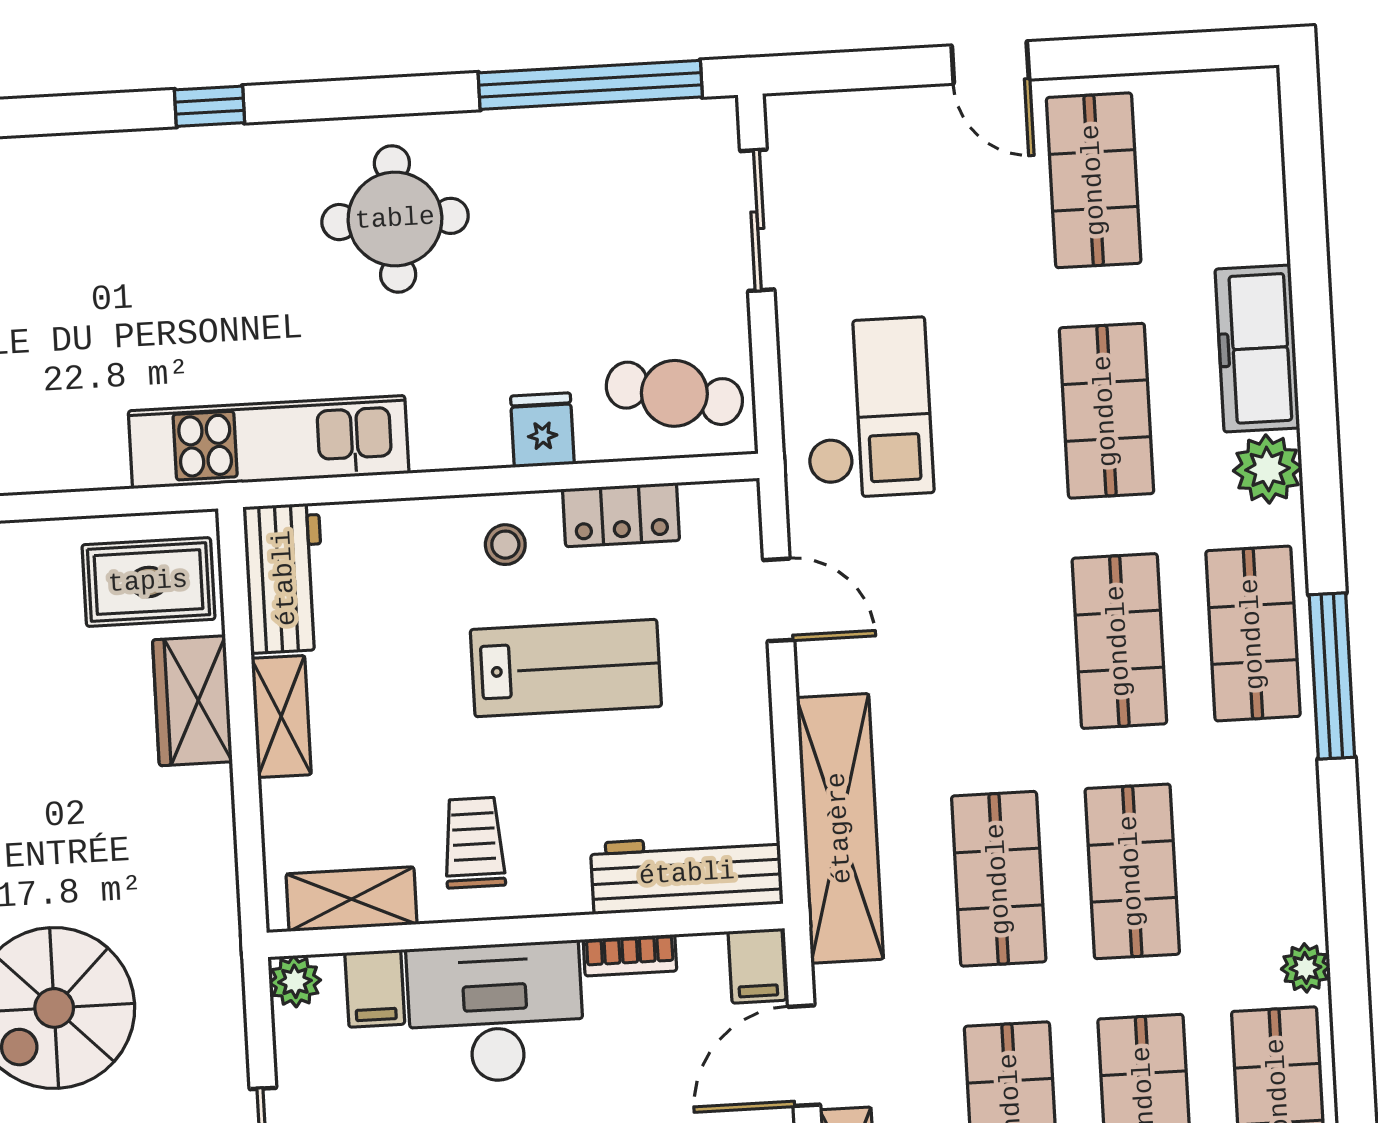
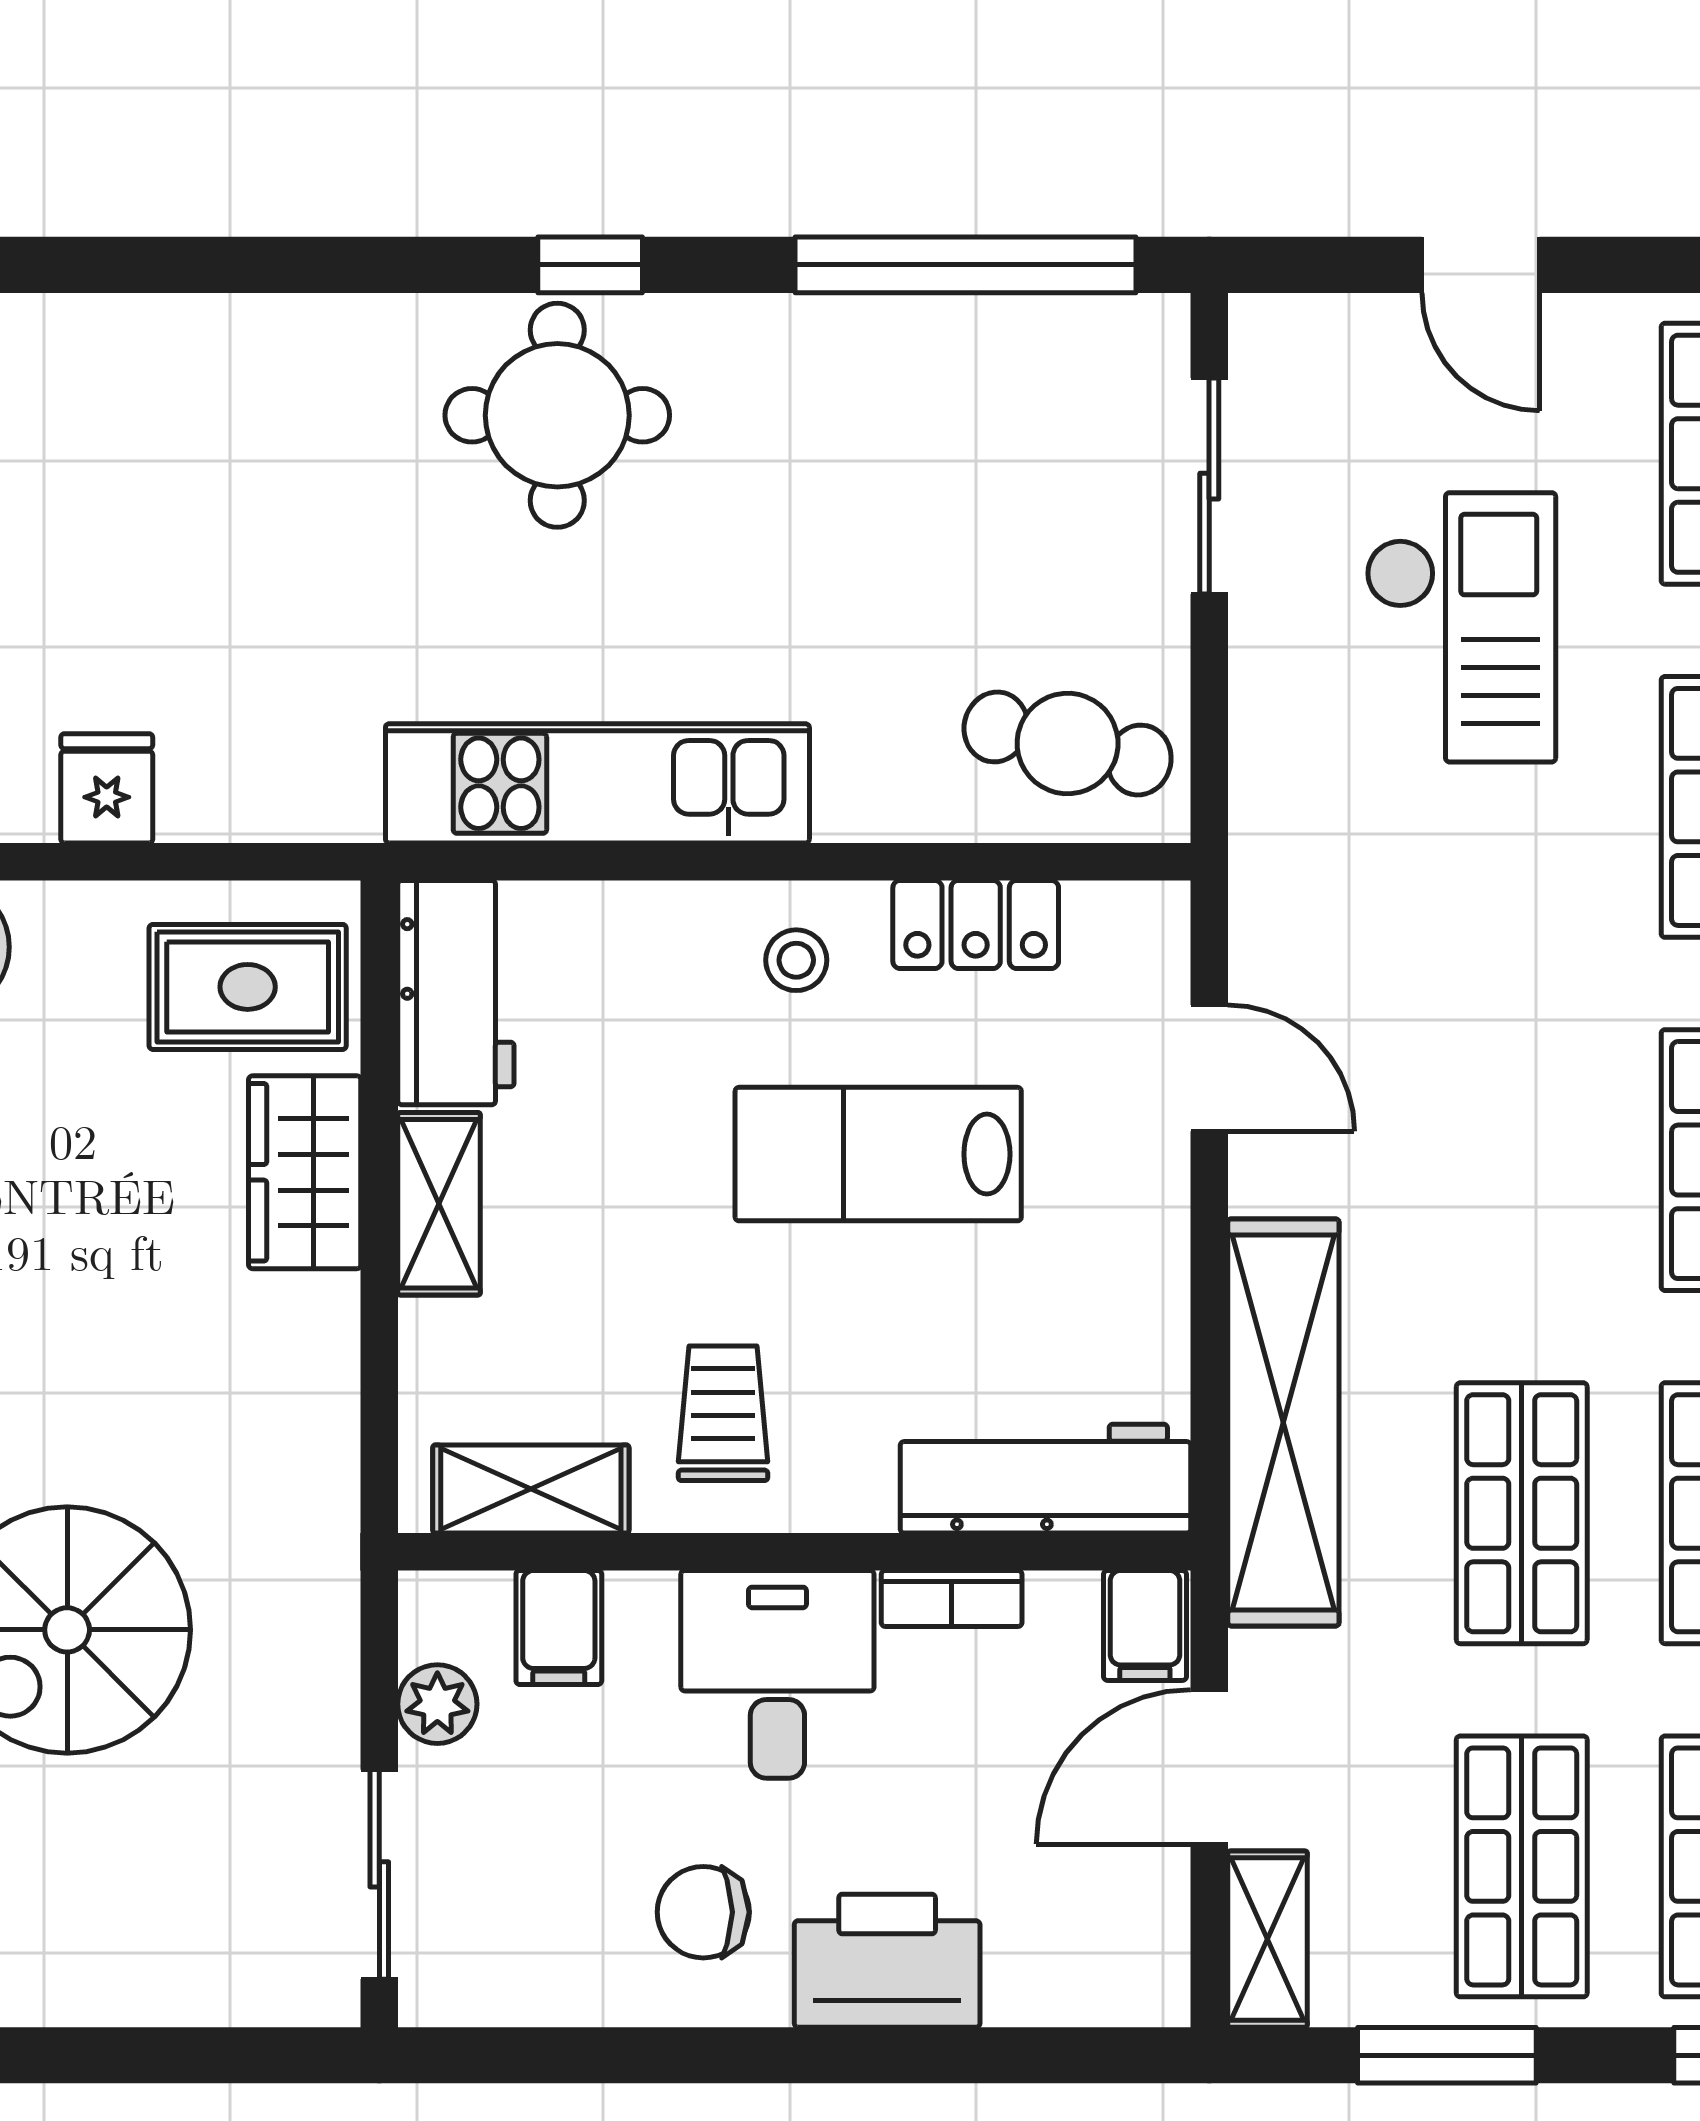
door: (990, 63) -> (1481, 265), moved
window: (209, 106) -> (590, 265), moved
round table: (395, 219) -> (557, 415), moved
checkout: (868, 408) -> (1461, 627), moved
fridge: (542, 430) -> (107, 788), moved
kitchen unit: (269, 442) -> (597, 783), moved
lab bench: (566, 668) -> (878, 1154), turned 180
plant: (295, 981) -> (437, 1704), moved
desk: (496, 1012) -> (777, 1674), width x0.73

